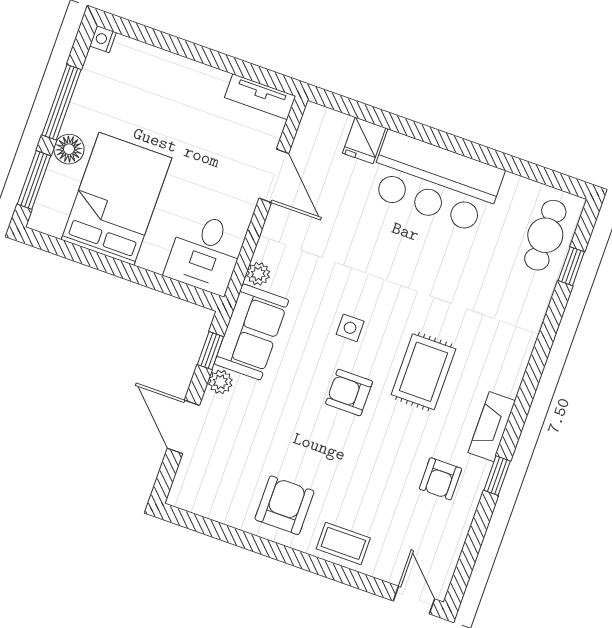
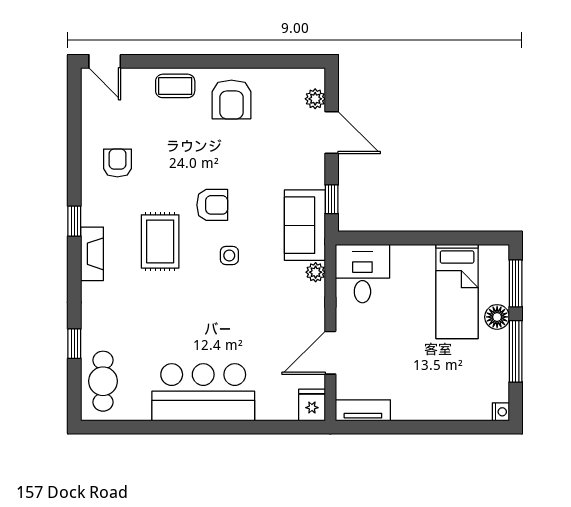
fridge: (364, 140) -> (312, 405), moved
door: (274, 176) -> (330, 353), hinge flipped
bed: (116, 199) -> (457, 291), width x0.67
window: (571, 266) -> (74, 344), moved
plant: (220, 382) -> (315, 99), moved
fireplace: (492, 427) -> (92, 254), moved
window: (497, 476) -> (74, 221), moved

